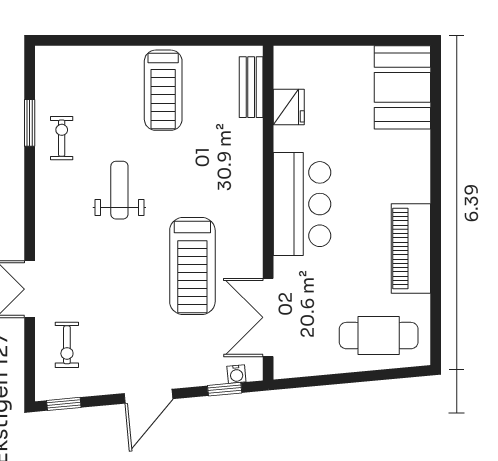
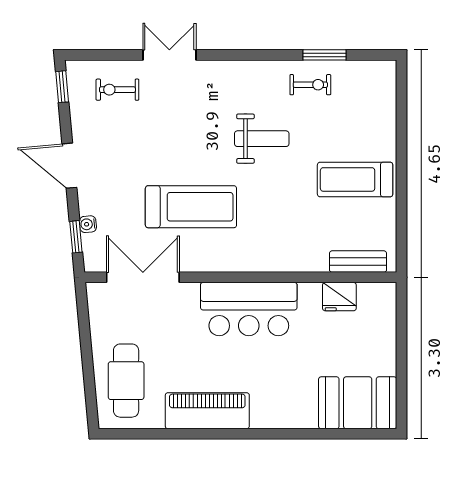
treadmill: (192, 266) -> (191, 207), turned 180
water cooler: (236, 374) -> (88, 224), moved

